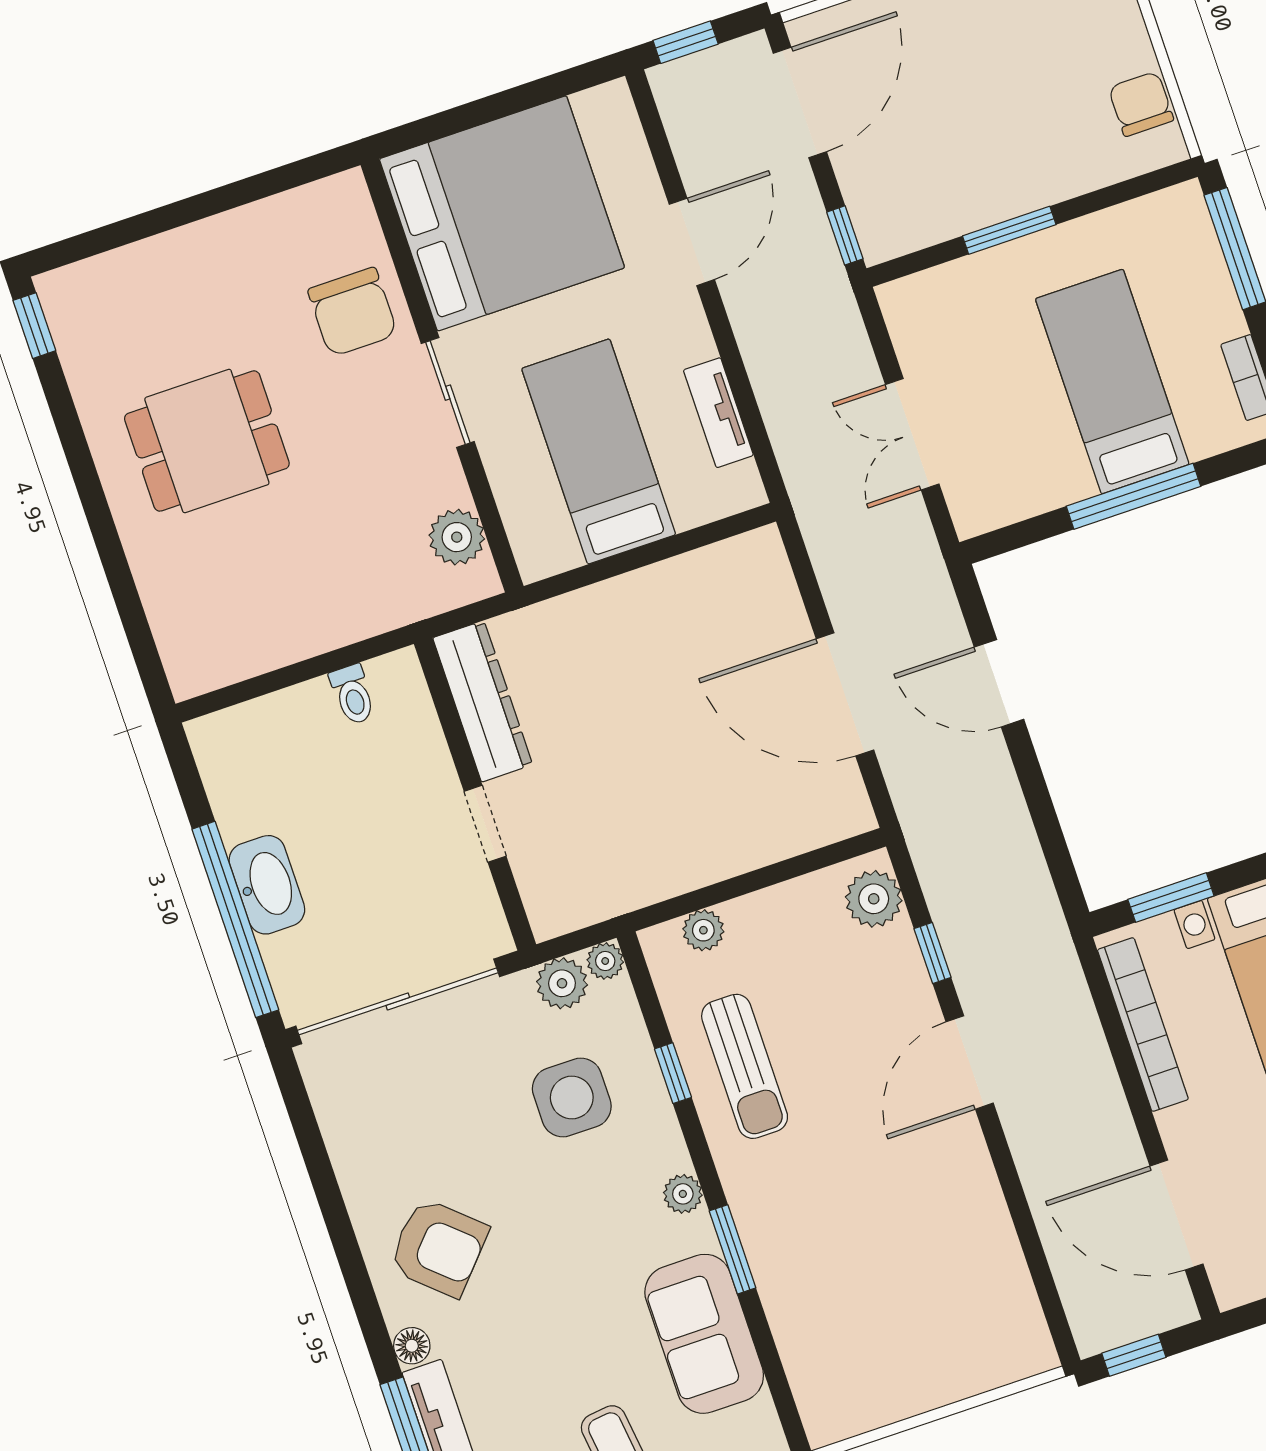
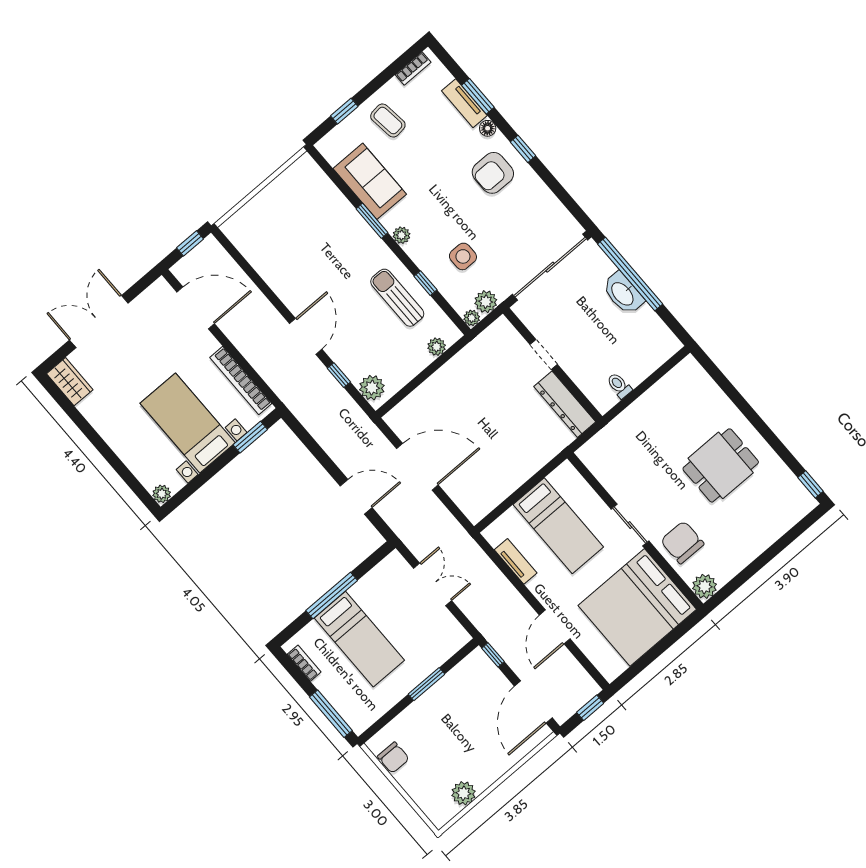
plant: (457, 537) -> (705, 586), moved
side table: (572, 1098) -> (463, 256), width x0.73, depth x0.73
armchair: (438, 1248) -> (493, 173), turned -42
window: (355, 1273) -> (523, 149), added

